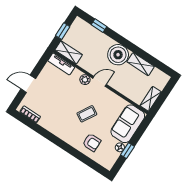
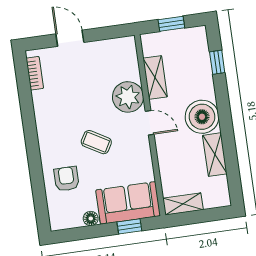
shelving: (69, 52) -> (155, 78), moved
tv unit: (61, 64) -> (130, 57), removed
plant: (85, 80) -> (128, 97), width x1.88, depth x1.88
armchair: (92, 142) -> (66, 179), turned 180
window: (127, 151) -> (129, 226), moved

